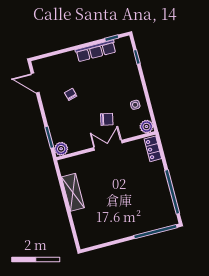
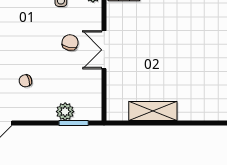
plant: (61, 149) -> (65, 112), moved

